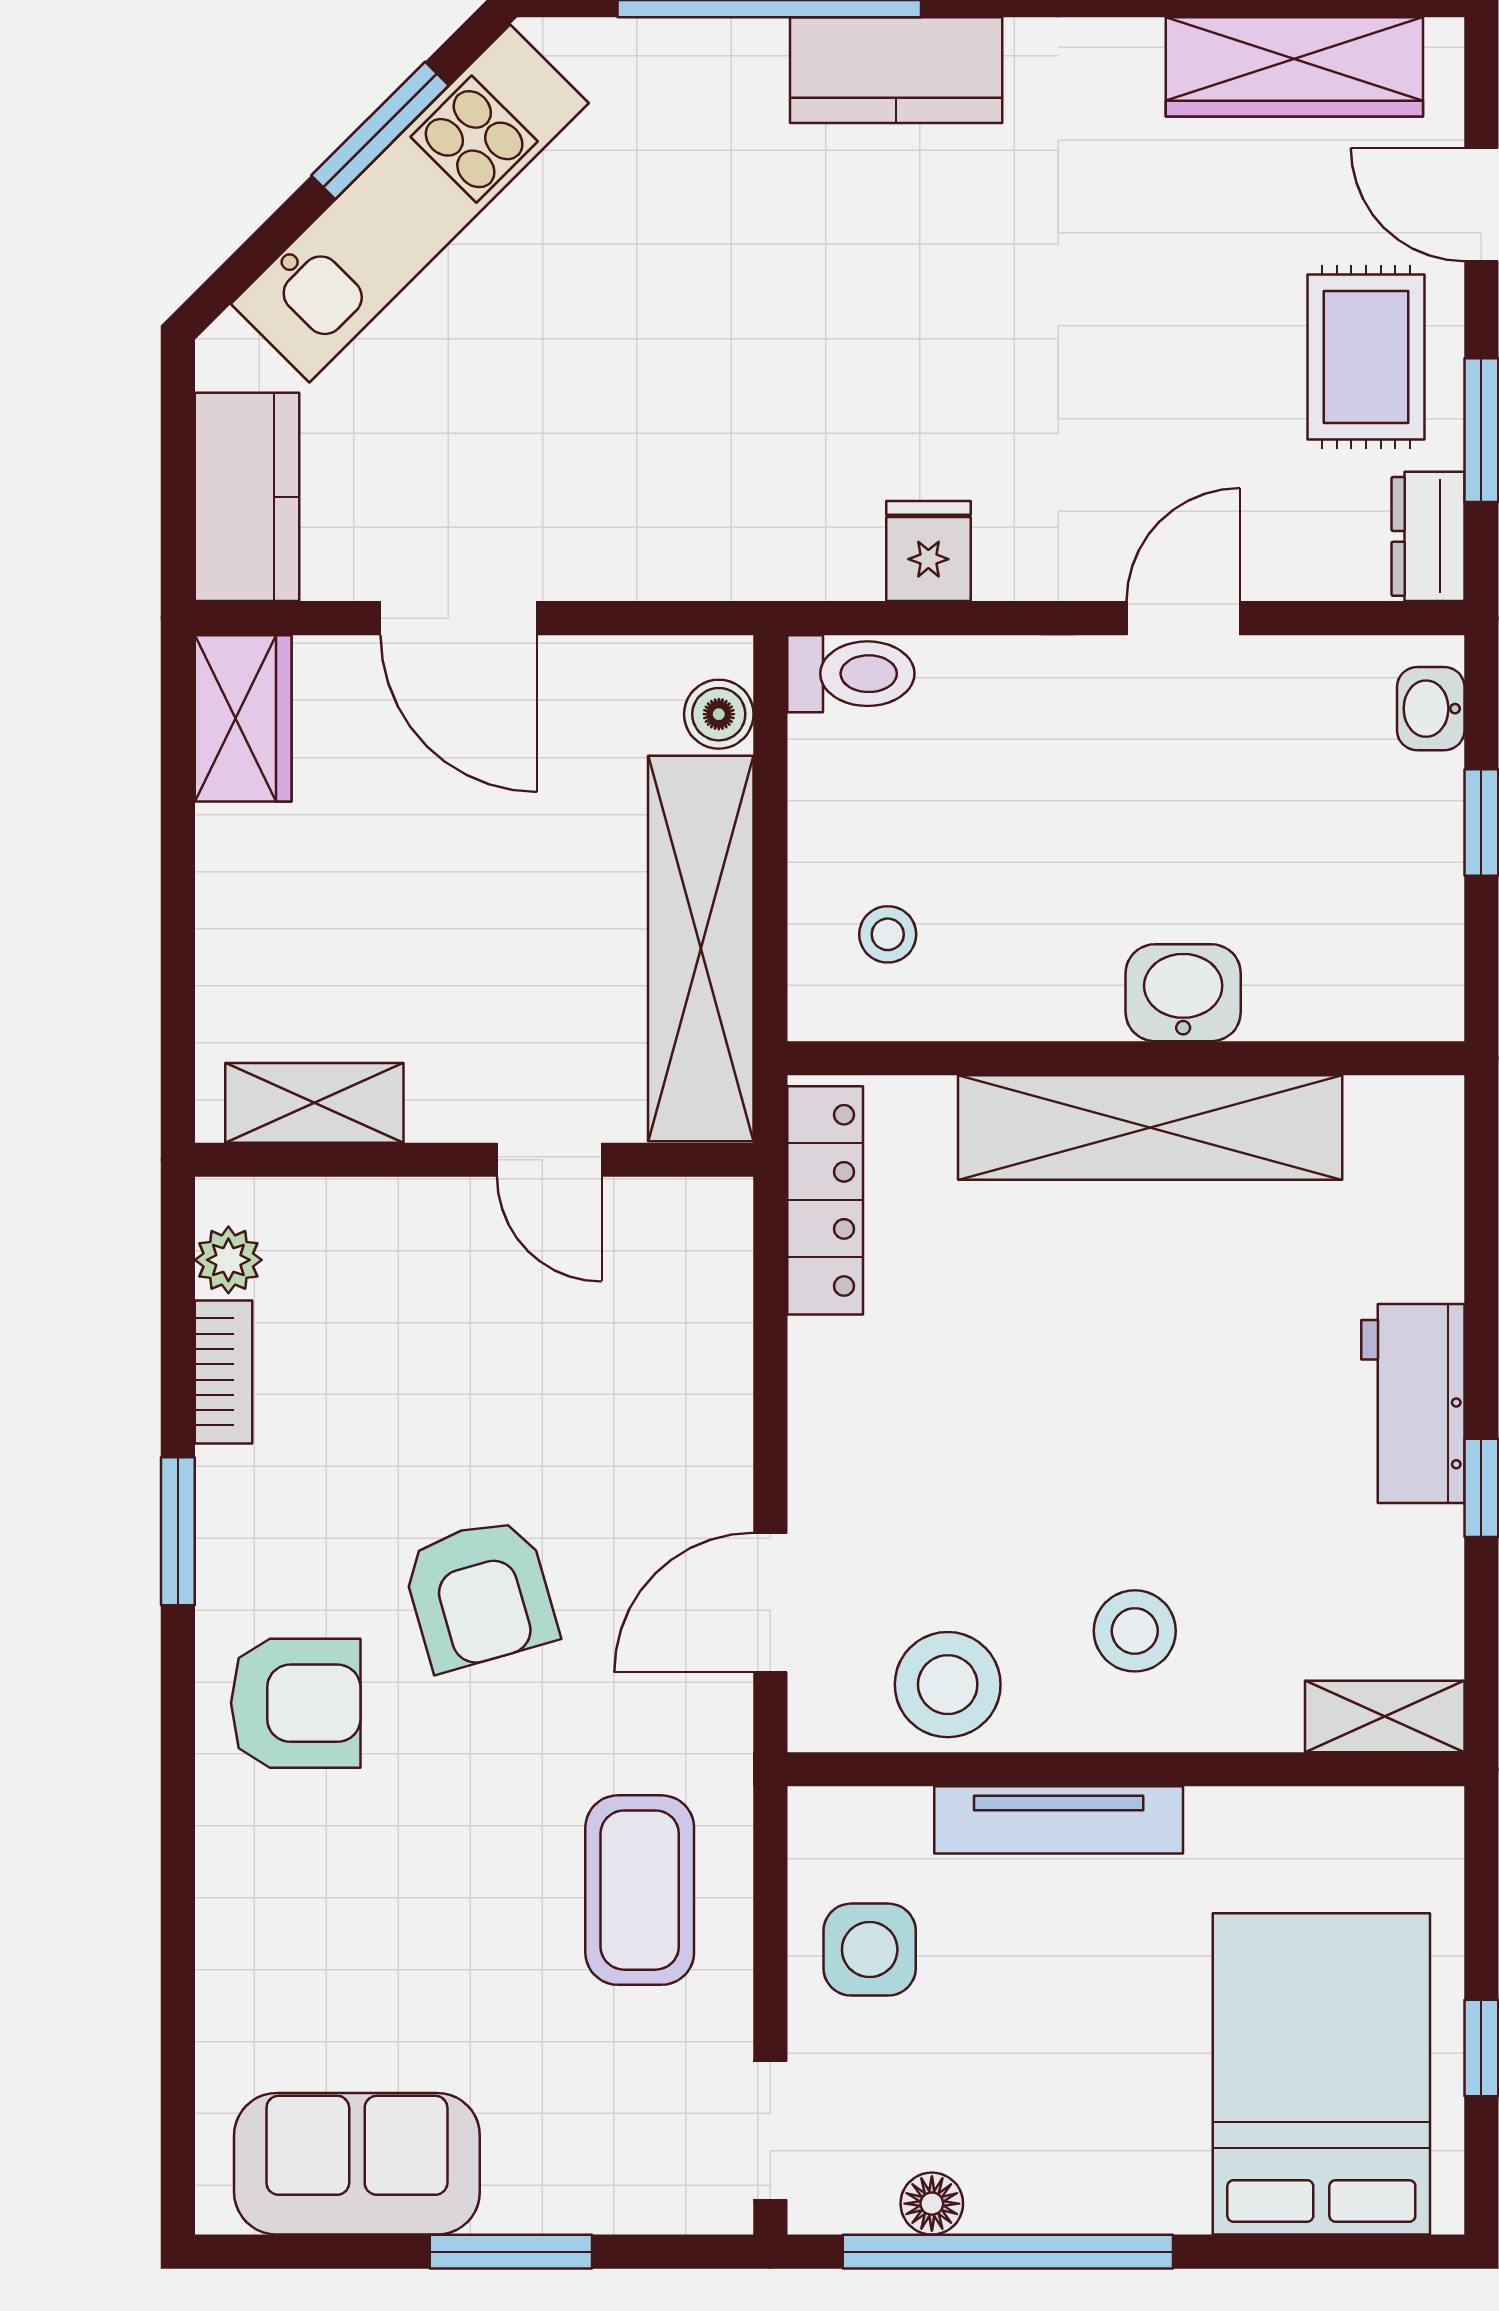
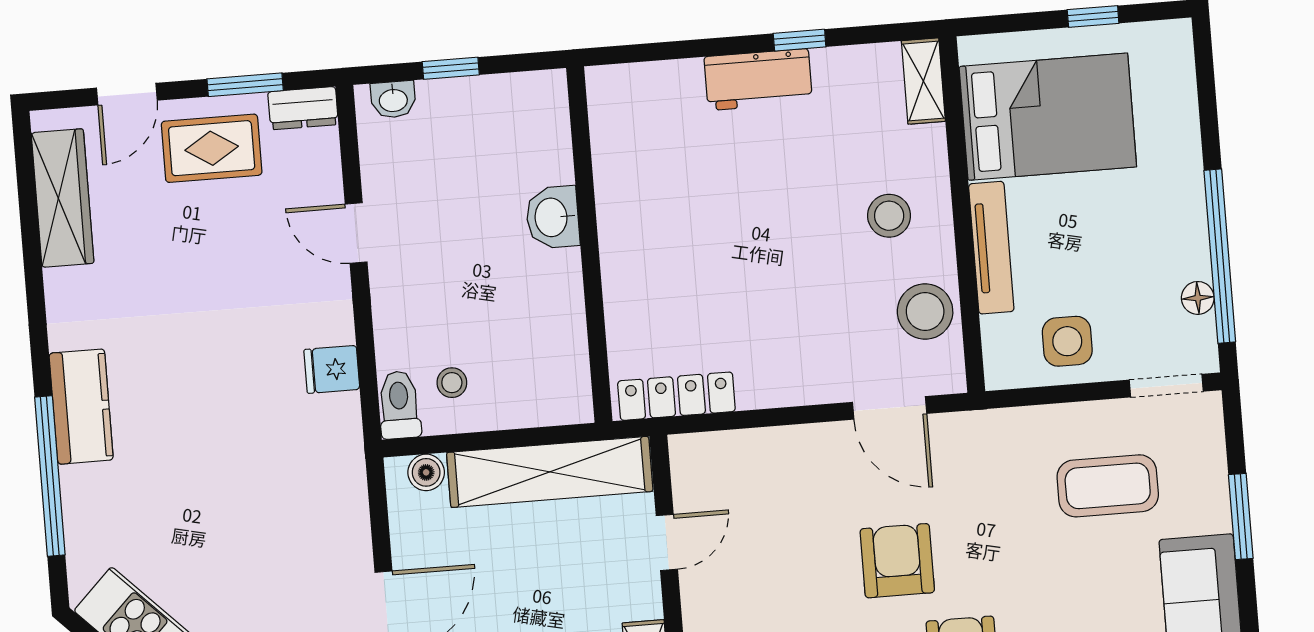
stool: (888, 934) -> (452, 383), moved
shelving: (1150, 1128) -> (625, 229), removed
armchair: (480, 1594) -> (897, 561), turned -74
coffee table: (640, 1890) -> (1108, 486), moved
bed: (1321, 2074) -> (1048, 117), moved, turned 180

